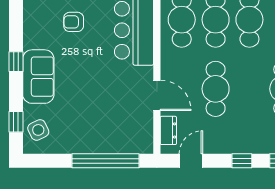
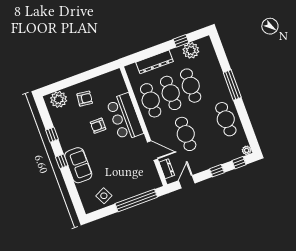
armchair: (74, 22) -> (98, 126), moved
window: (16, 122) -> (52, 135), moved
side table: (38, 130) -> (104, 196), moved

